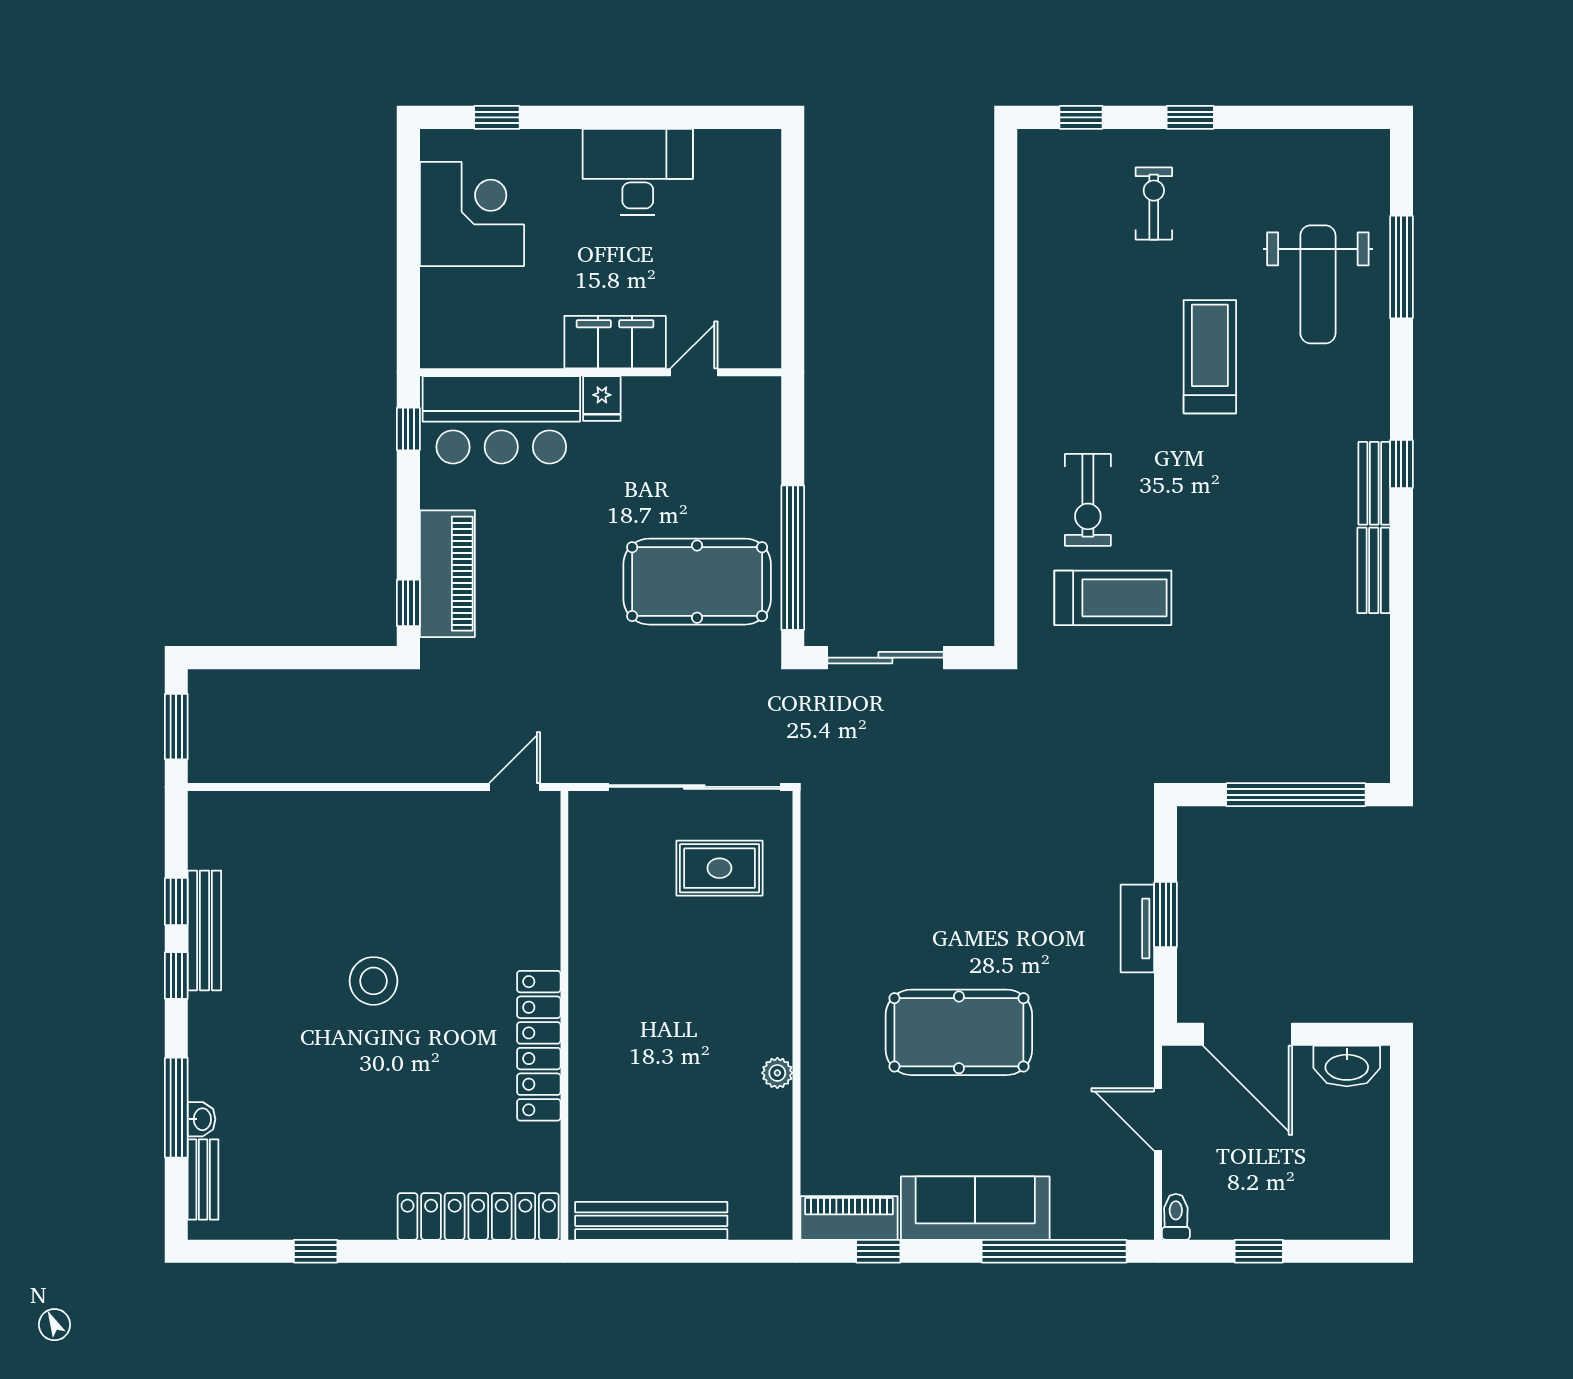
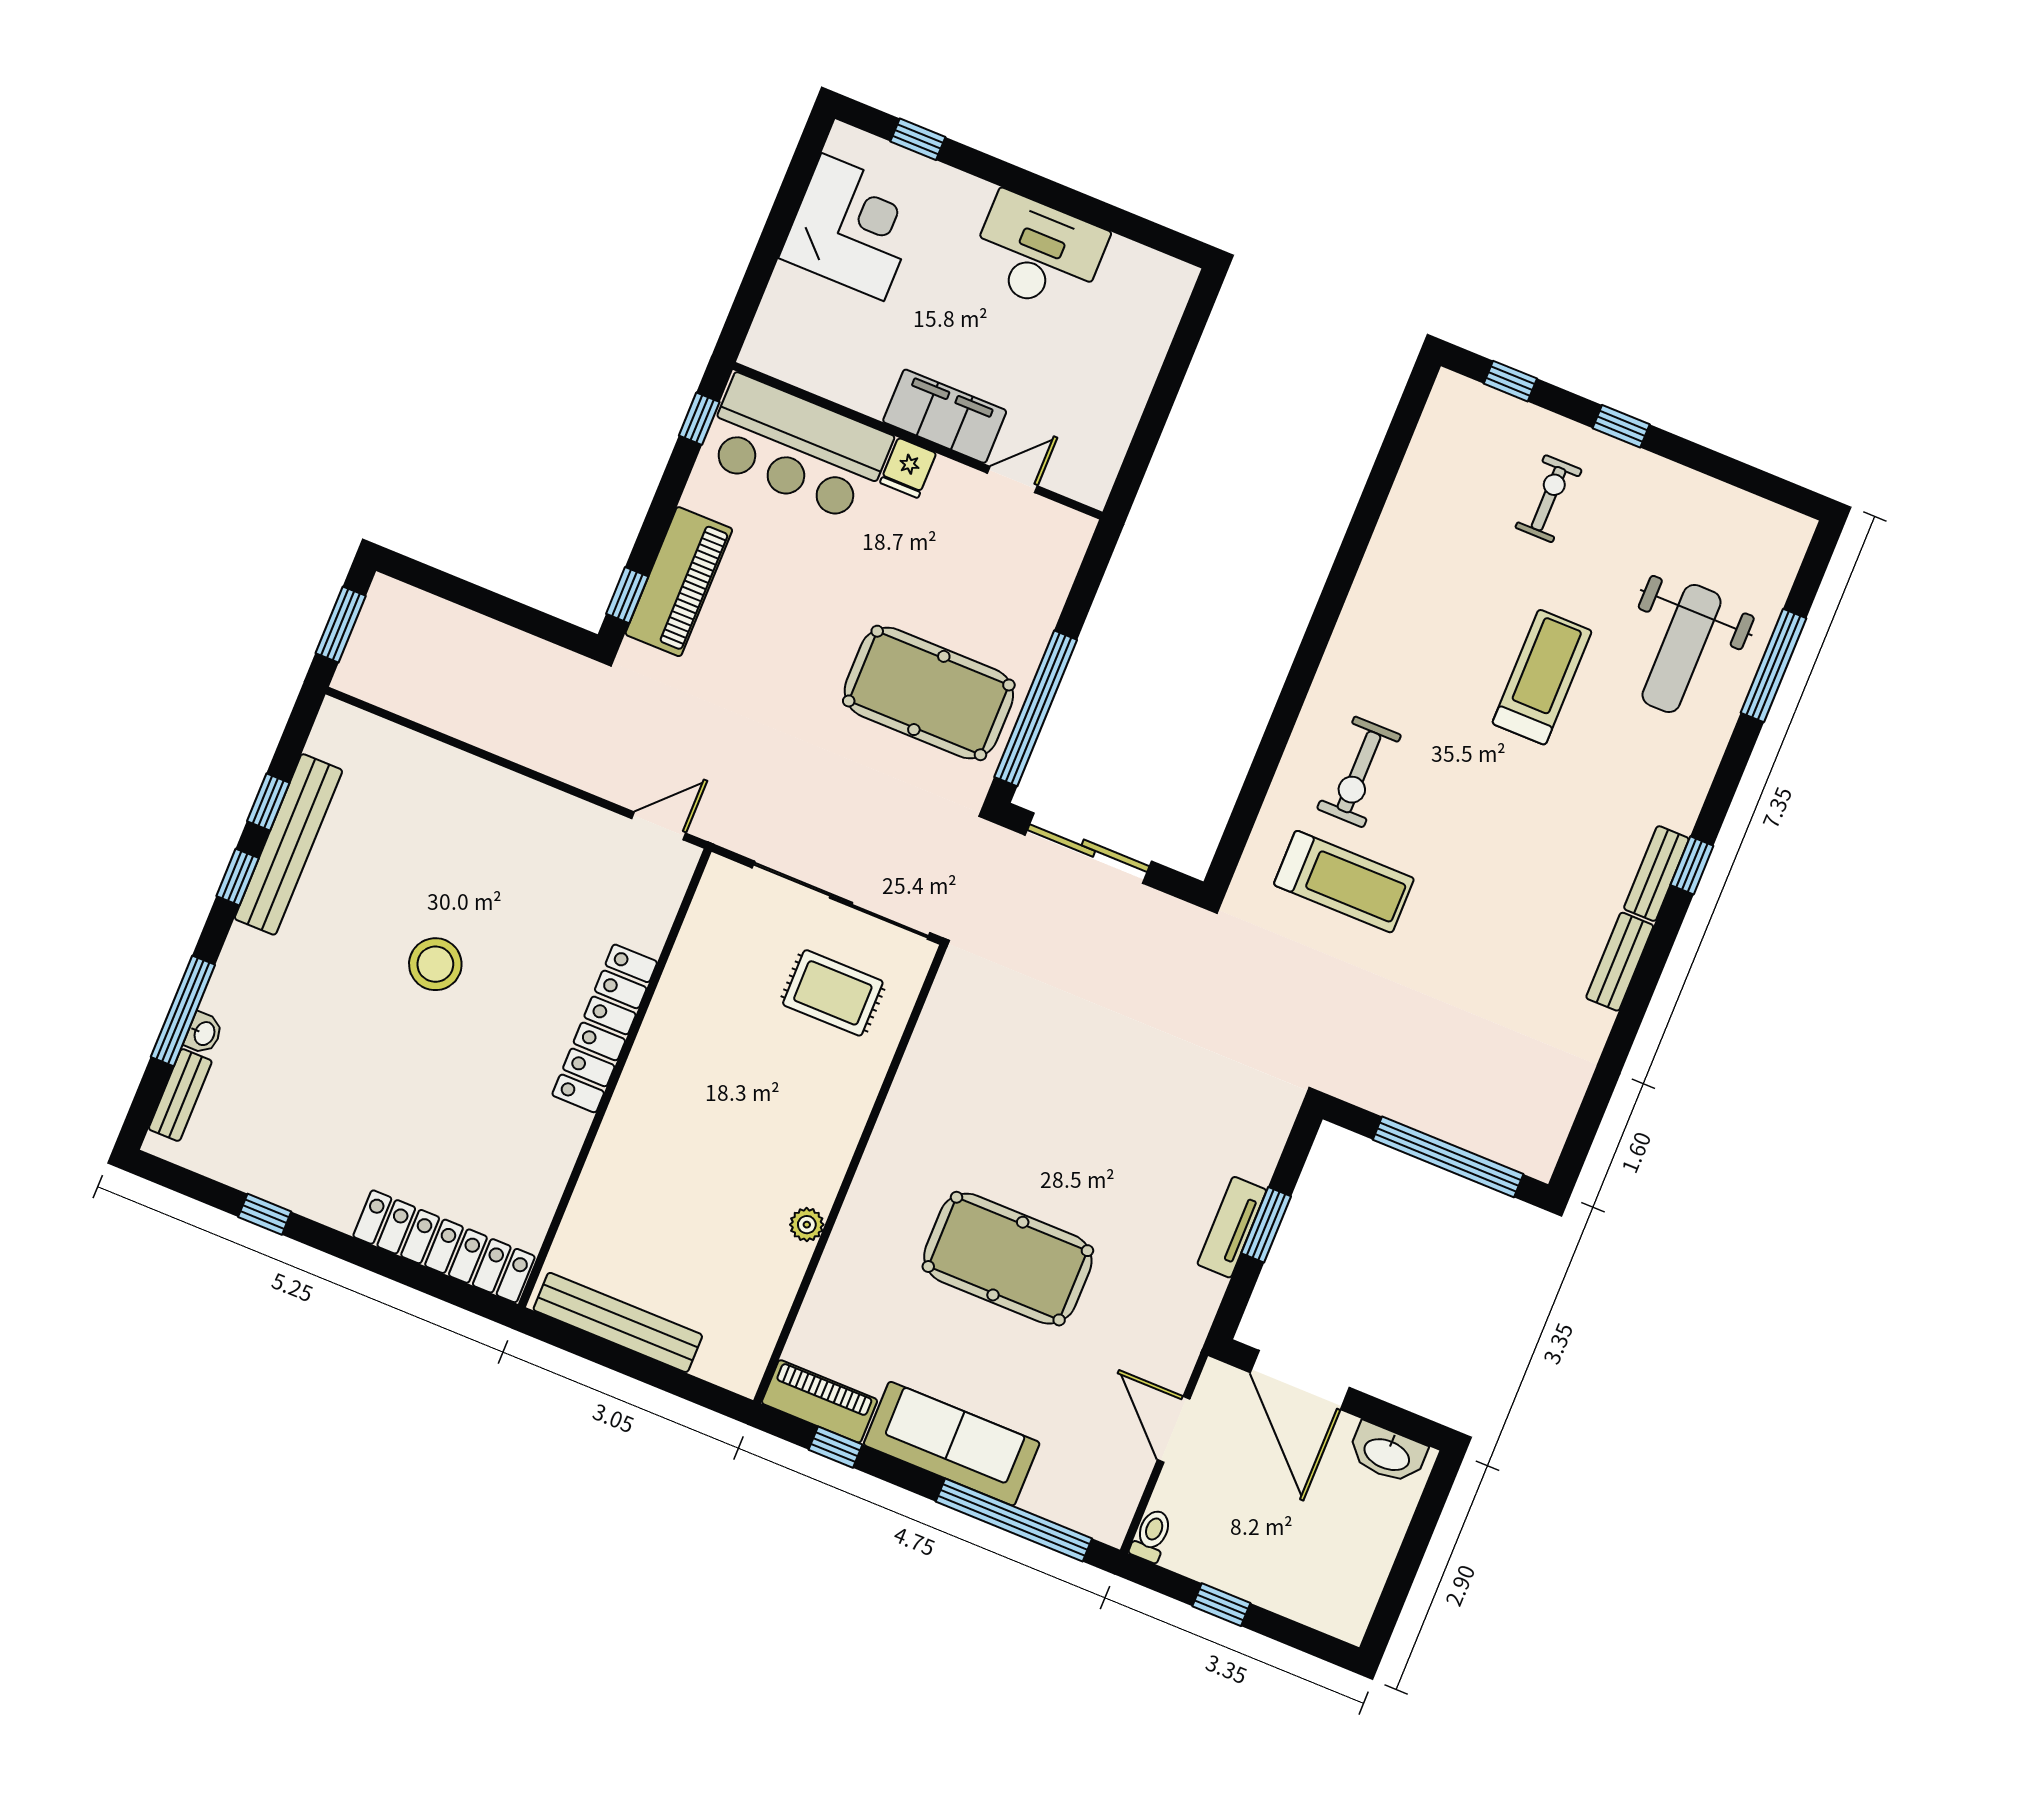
bench: (204, 930) -> (288, 844), width x1.37, depth x1.21
locker: (539, 1046) -> (605, 1028), moved

